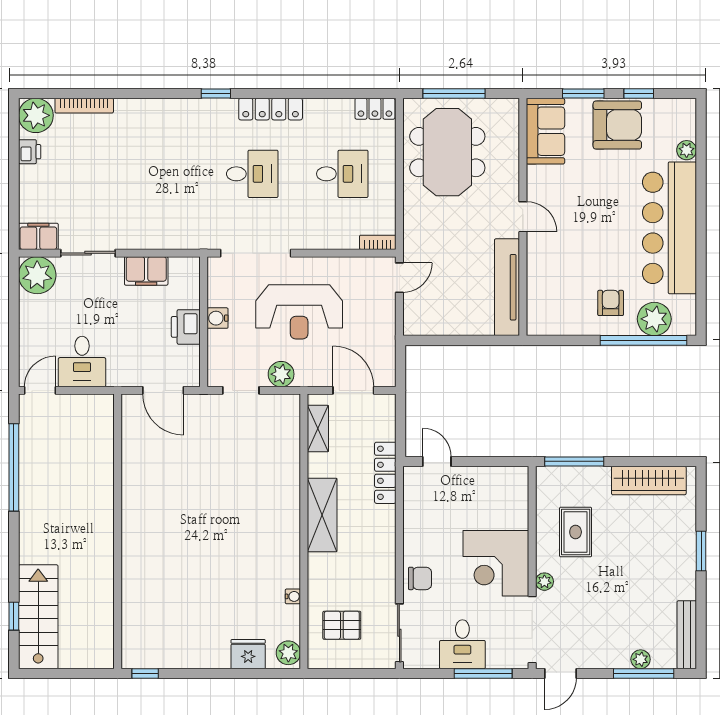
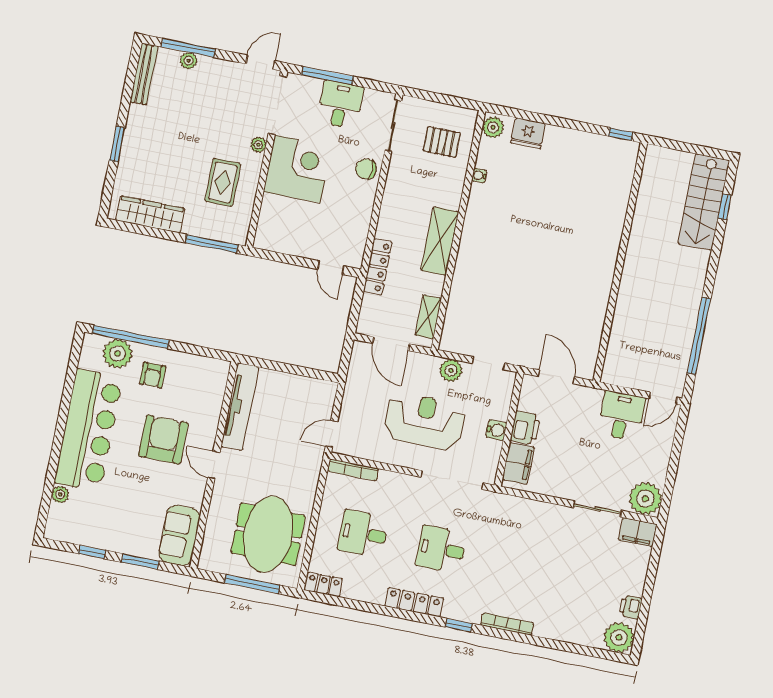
bookcase: (84, 106) -> (507, 624), moved
armchair: (617, 125) -> (163, 439), moved, turned 90
bookcase: (378, 242) -> (353, 470), width x1.56
filing cabinet: (146, 271) -> (518, 463), moved, turned 90

